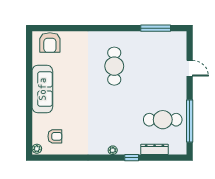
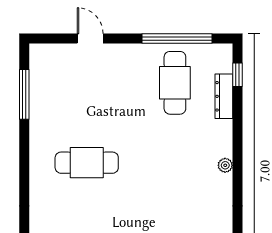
door: (190, 68) -> (90, 39), hinge flipped
window: (132, 158) -> (237, 75), moved

